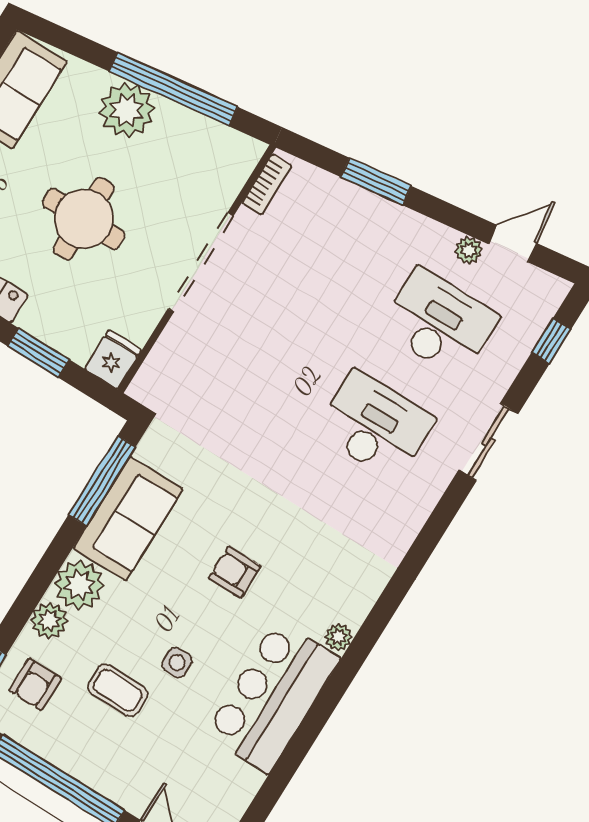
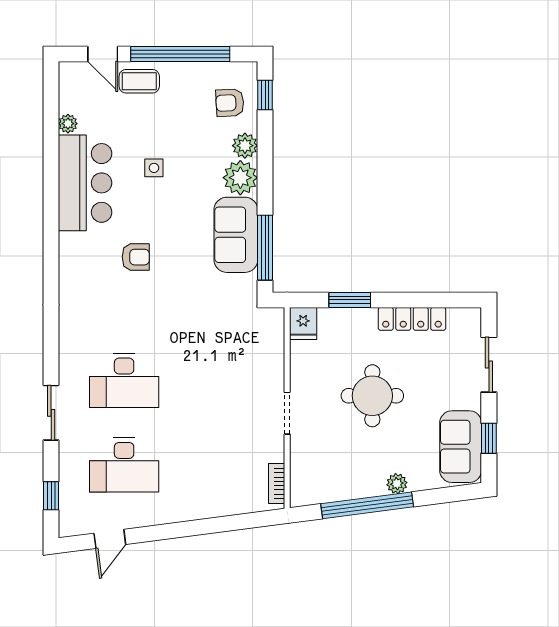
plant: (127, 110) -> (397, 484), width x0.53, depth x0.53
window: (376, 181) -> (213, 525), removed
plant: (469, 250) -> (133, 519), removed
doorway: (201, 262) -> (287, 413), width x0.53
armchair: (235, 572) -> (136, 257), moved
plant: (338, 637) -> (68, 124), moved
armchair: (35, 684) -> (230, 103), turned -93
coffee table: (118, 690) -> (139, 81), moved

